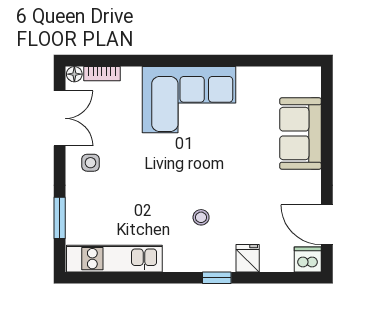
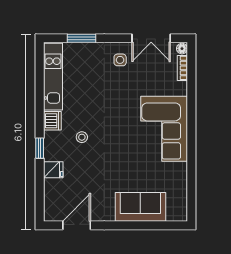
dishwasher: (308, 259) -> (52, 121), moved

